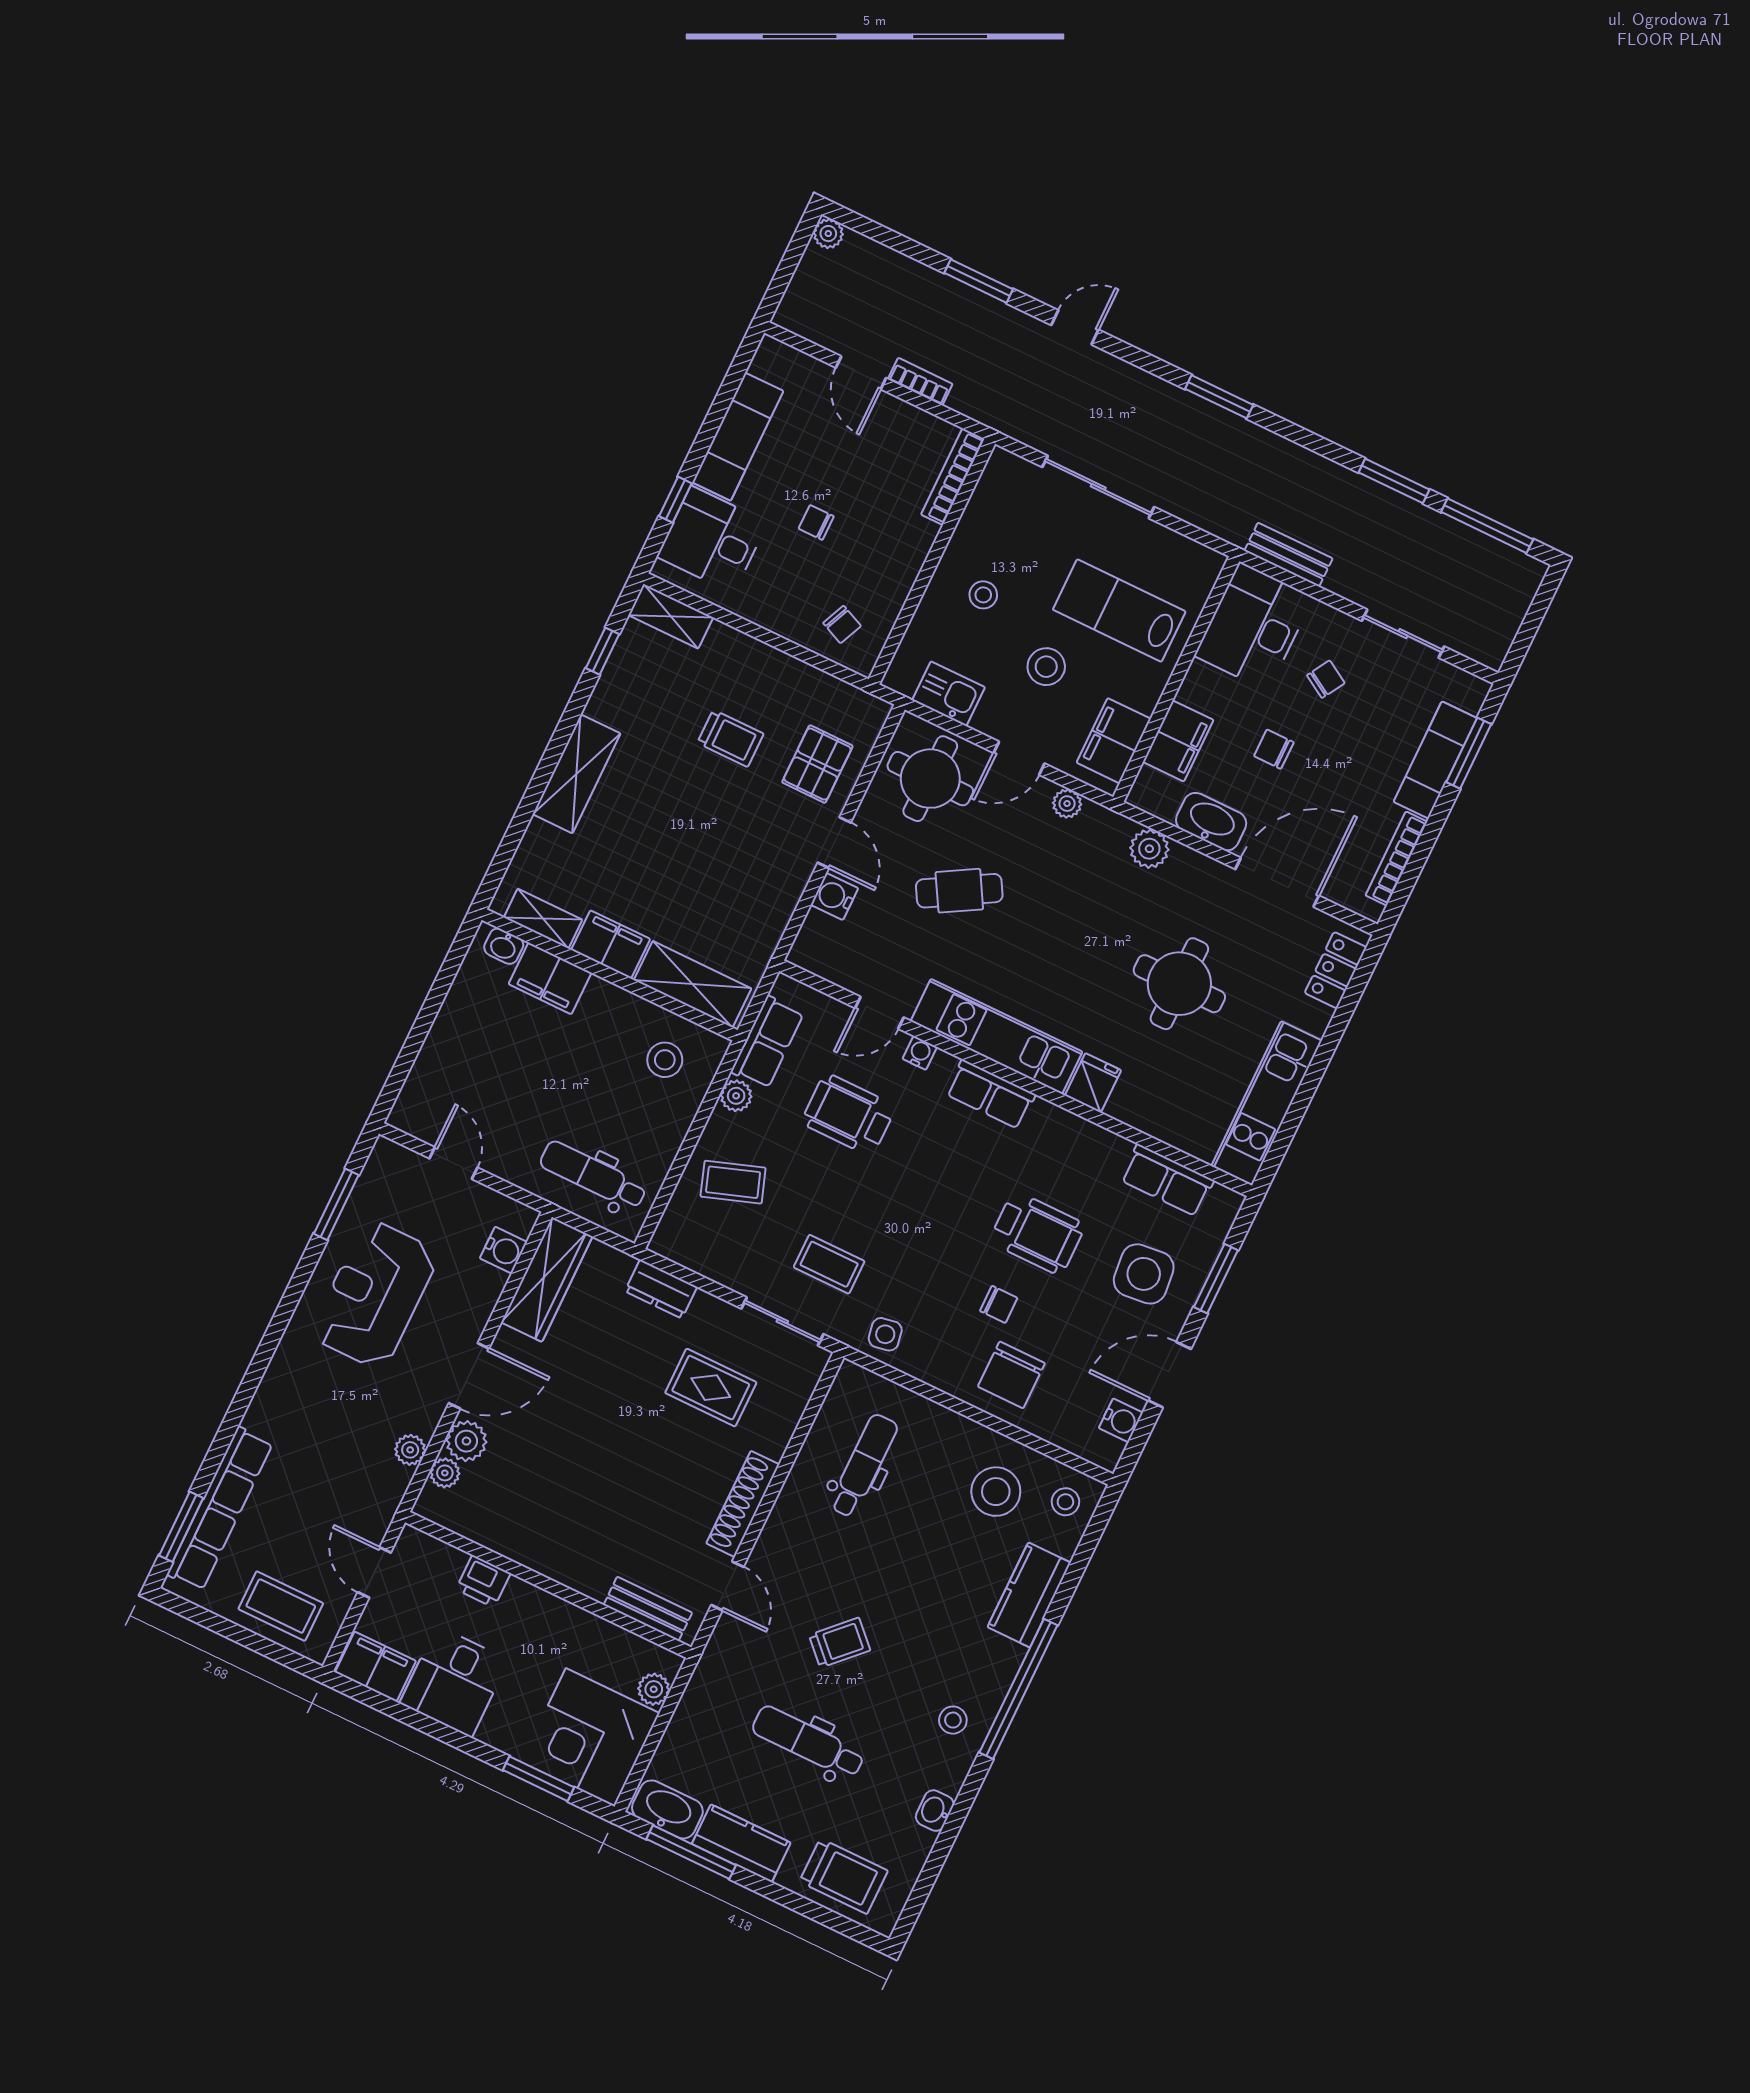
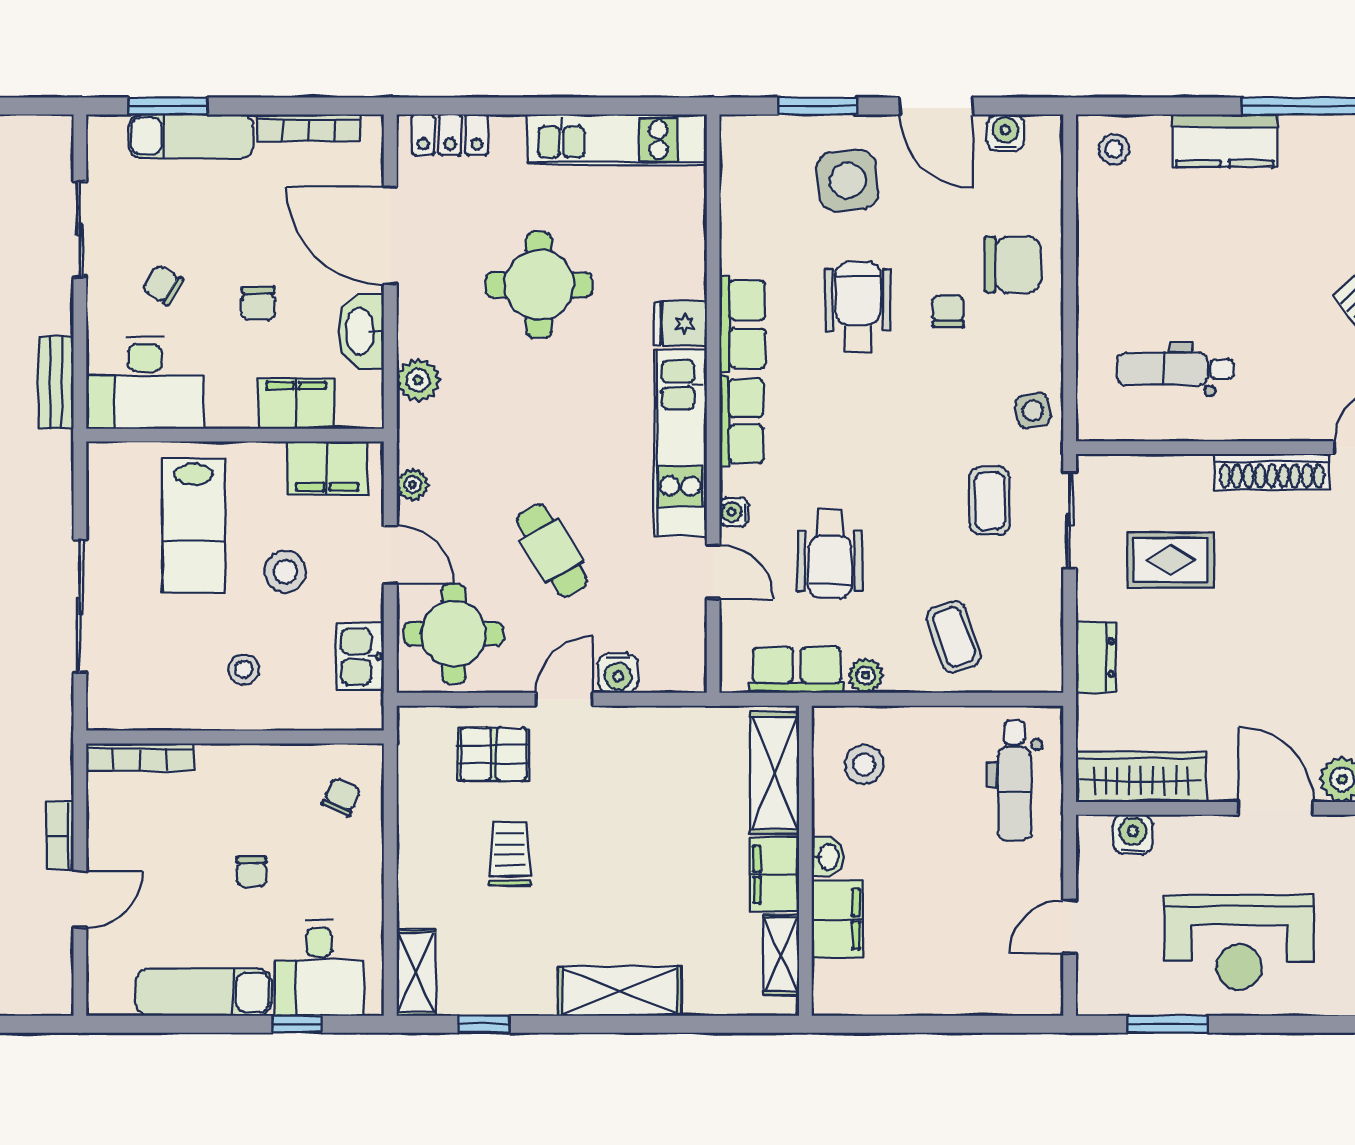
washbasin: (504, 946) -> (828, 857), moved
row of seats: (1167, 1180) -> (742, 324), moved
rug: (711, 1388) -> (1171, 560), turned 90
stool: (996, 1492) -> (1137, 224), removed

